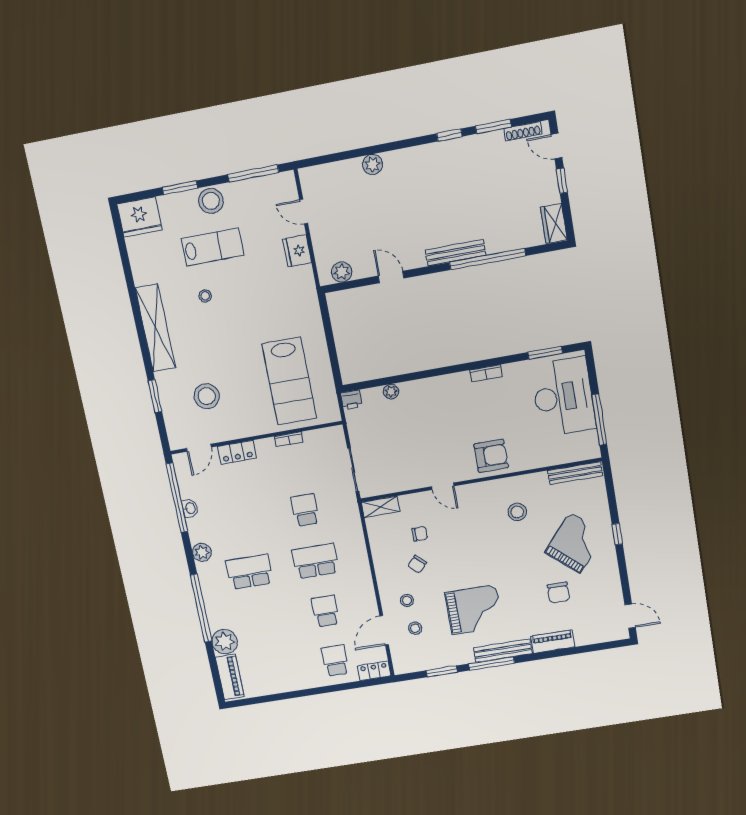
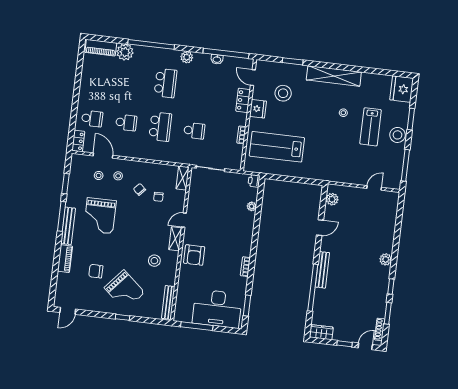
plant: (373, 164) -> (386, 259), moved
fridge: (297, 251) -> (258, 109), moved, turned 90
shelving: (475, 491) -> (175, 239), added

